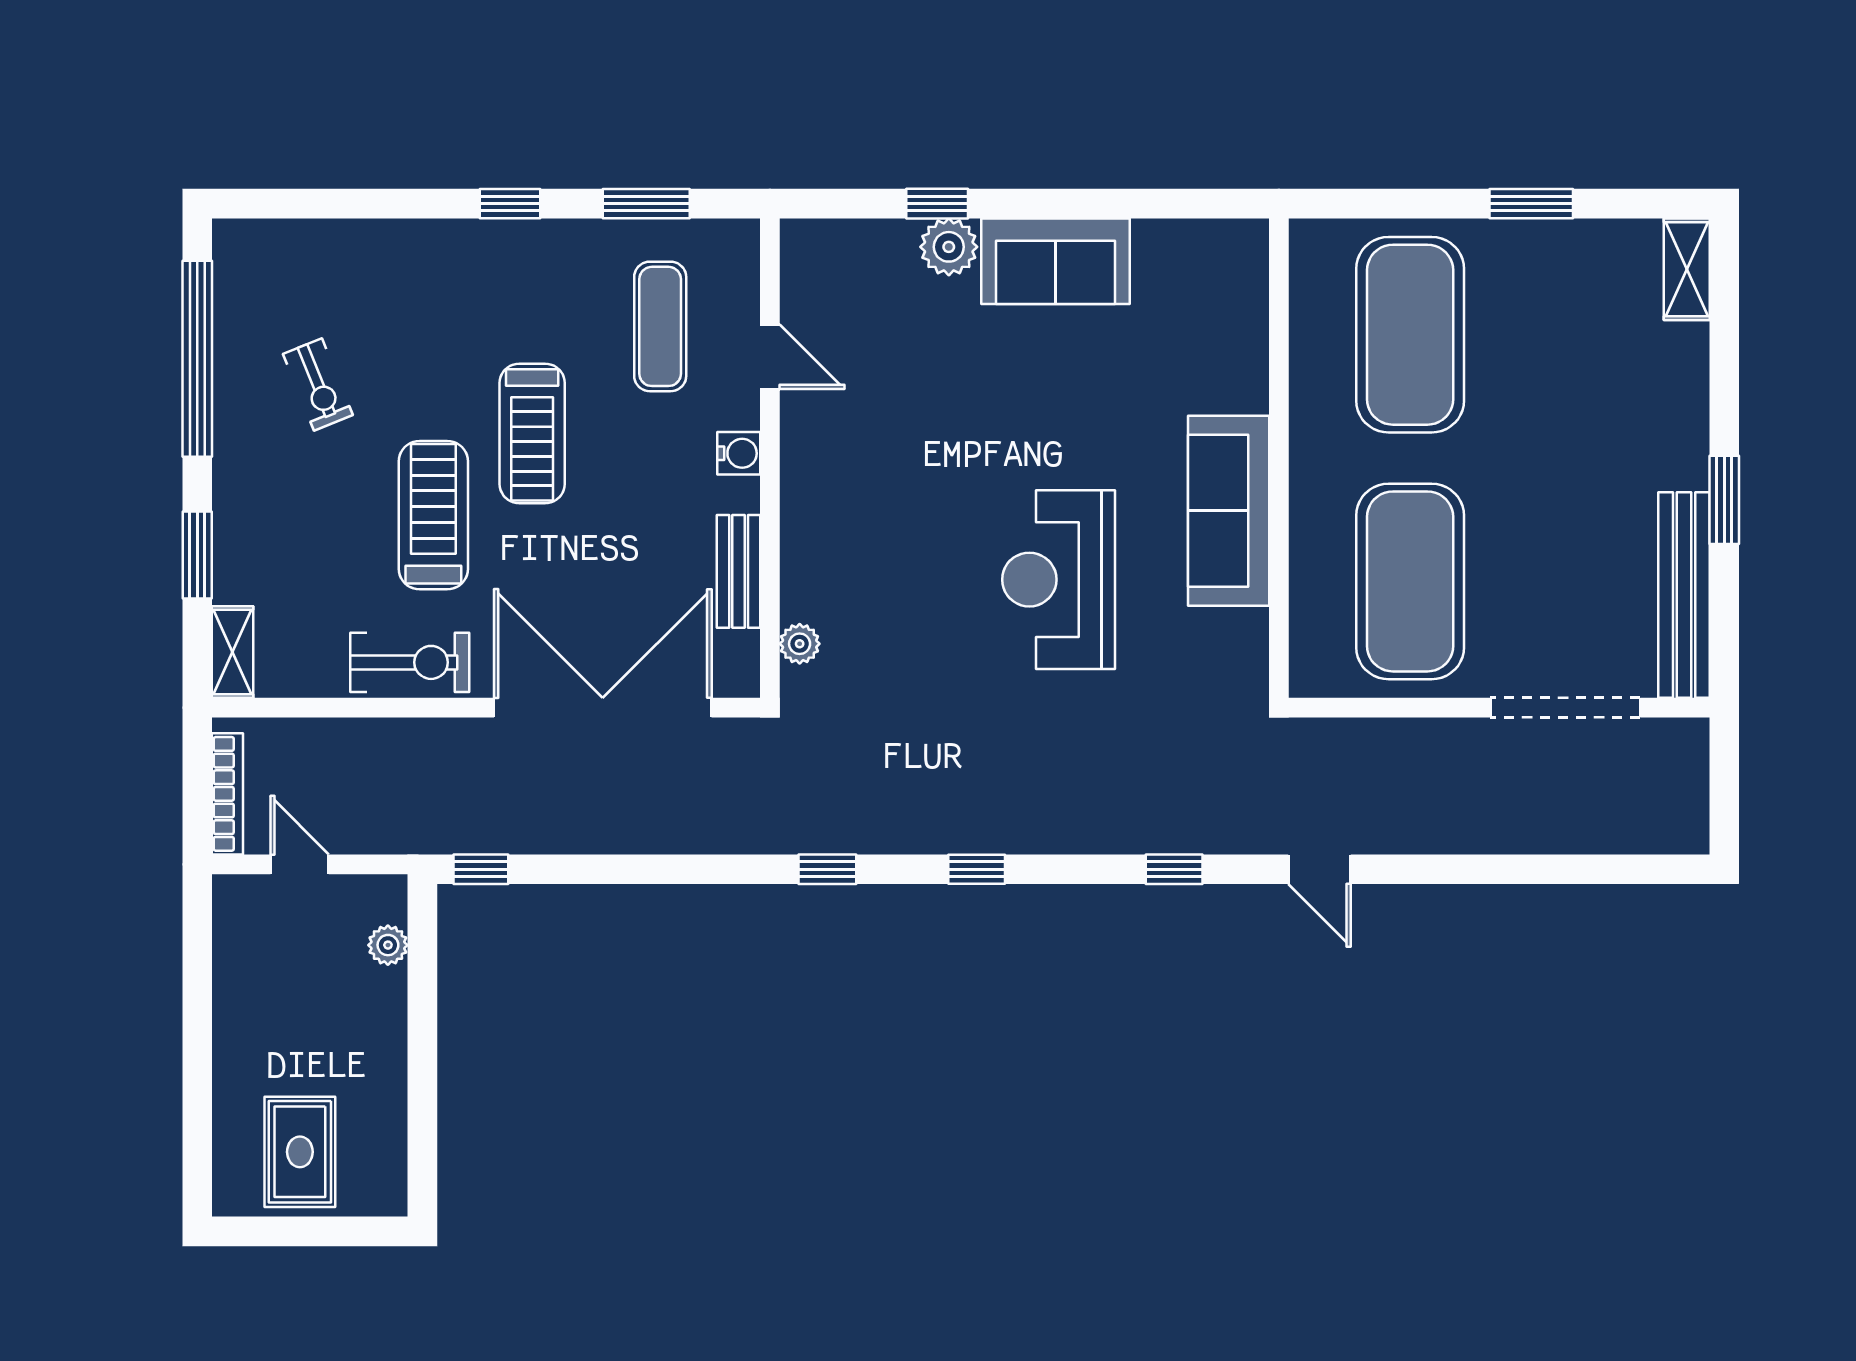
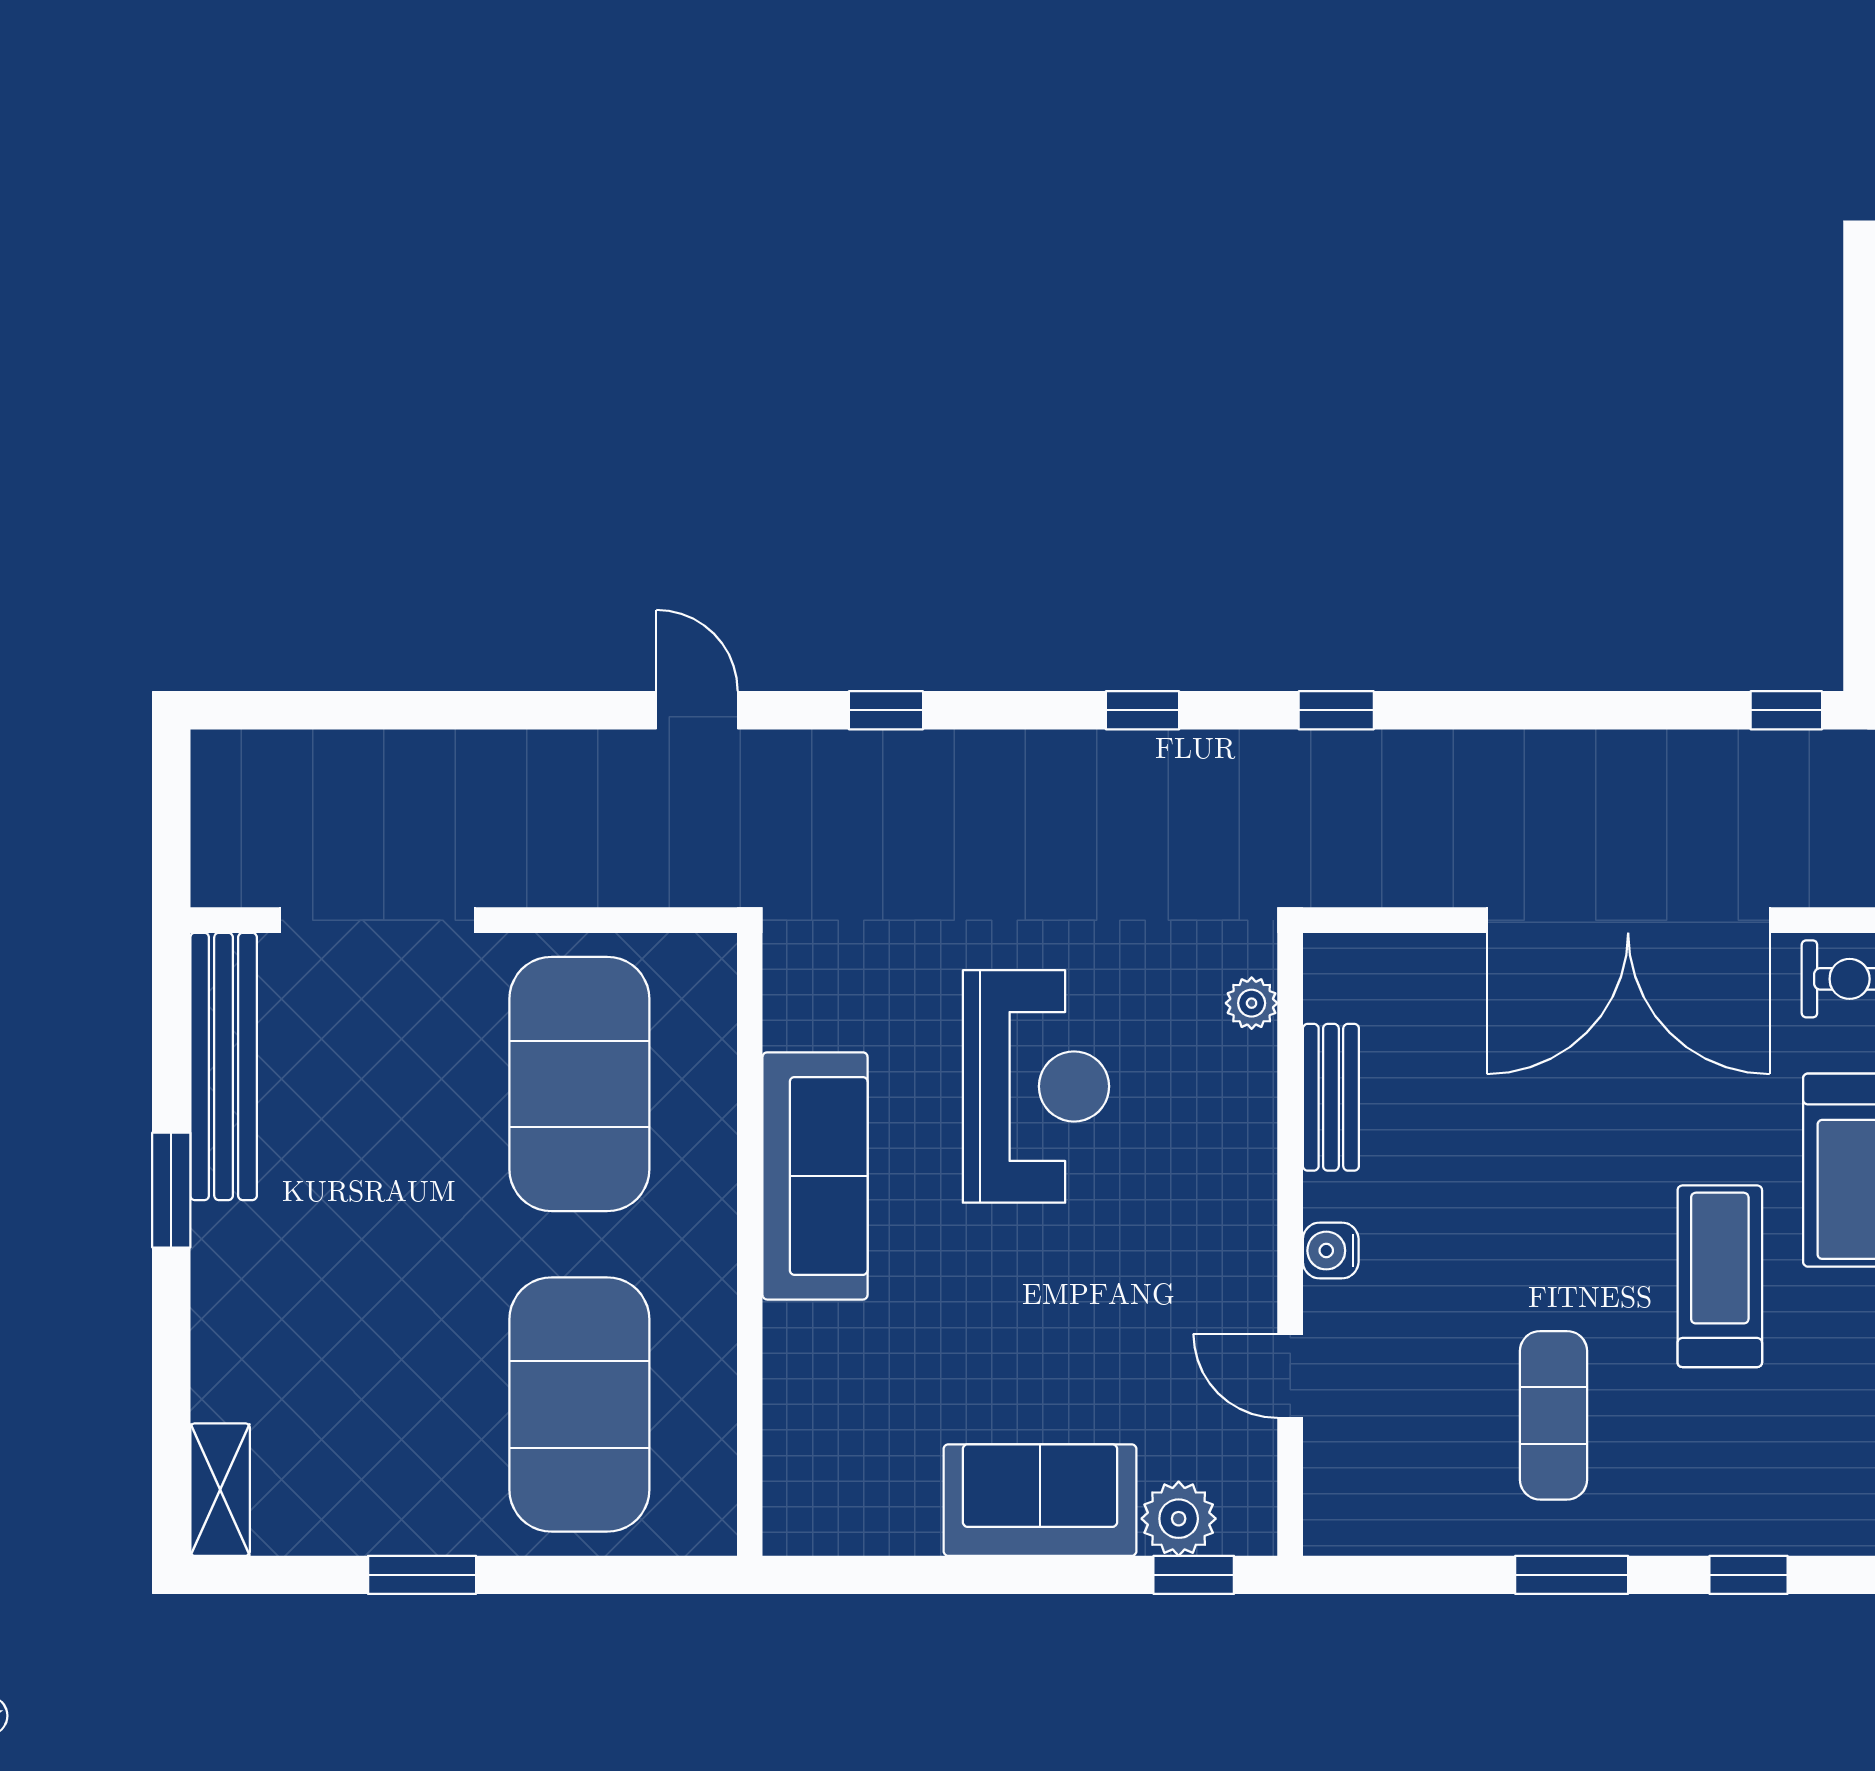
door: (770, 357) -> (1290, 1376), moved
water cooler: (739, 453) -> (1331, 1251), moved
wall: (770, 458) -> (1290, 1244), moved
bench: (739, 571) -> (1331, 1097), moved
plant: (800, 644) -> (1252, 1003), moved

